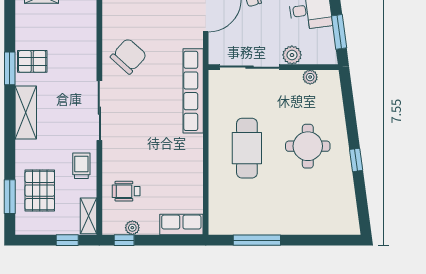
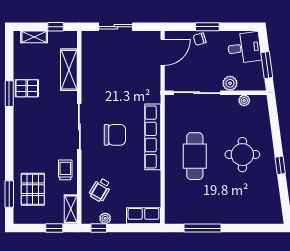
chair: (129, 56) -> (115, 135), moved, turned 48
row of seats: (193, 91) -> (153, 137), moved
shelving: (26, 112) -> (69, 70), moved
wheelchair: (126, 191) -> (100, 190), turned -59

